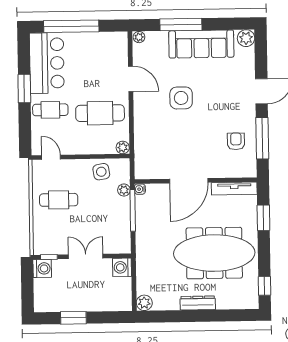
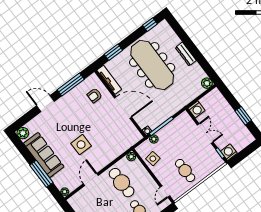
armchair: (236, 141) -> (95, 95), moved
double door: (86, 256) -> (205, 133), swing flipped

